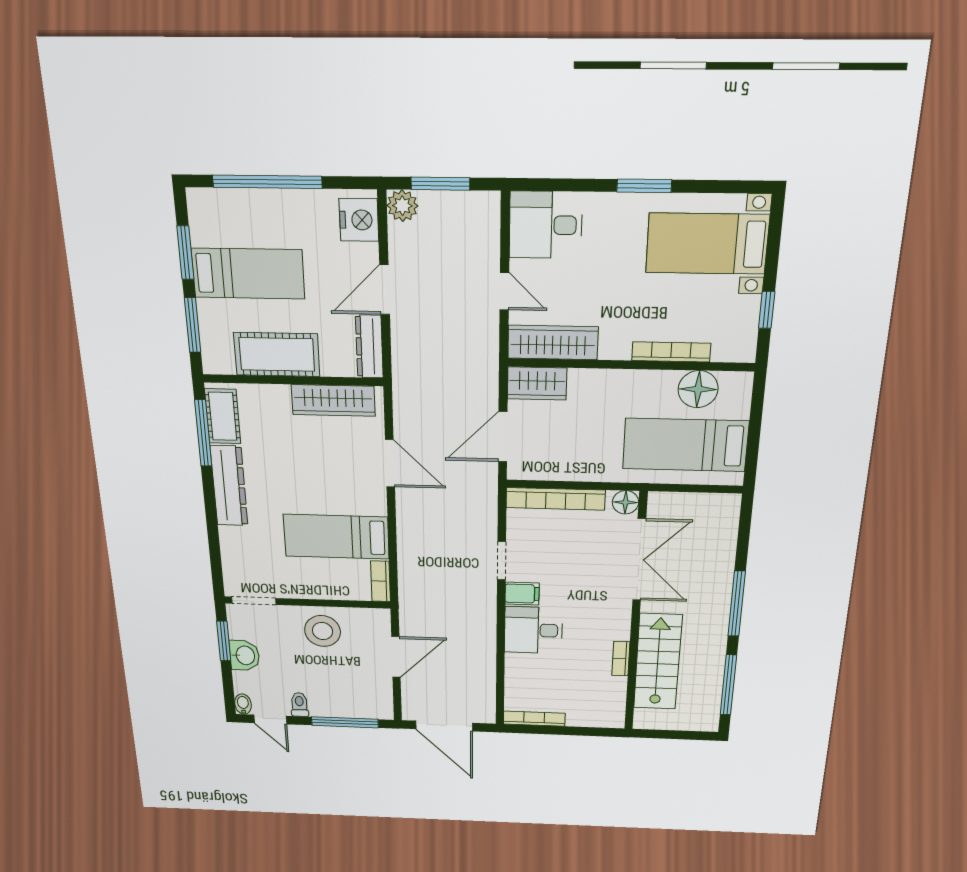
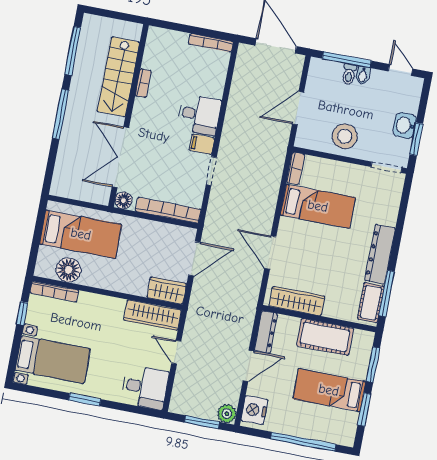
bookcase: (671, 352) -> (54, 292), moved
bidet: (243, 704) -> (363, 75), moved
toilet: (299, 705) -> (349, 74), moved

